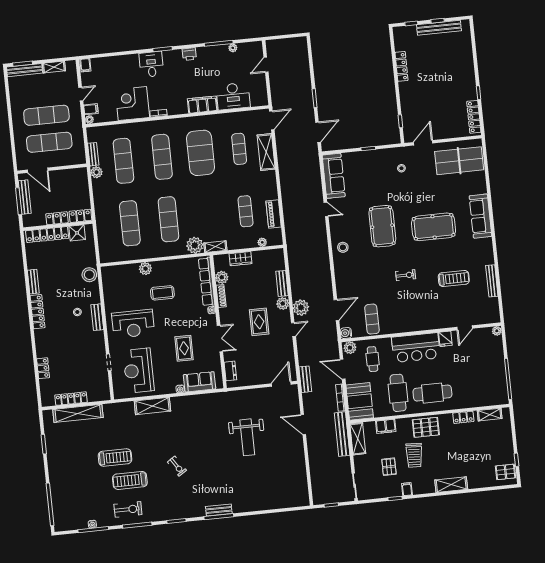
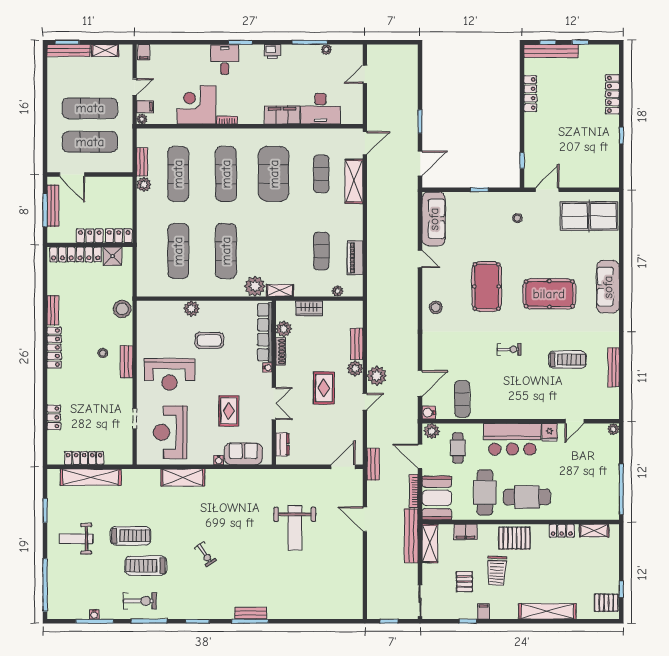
bench: (439, 28) -> (551, 51), moved
locker: (474, 117) -> (612, 94), moved
weight bench: (71, 465) -> (76, 539), added
shelving: (451, 485) -> (547, 611), width x1.47

